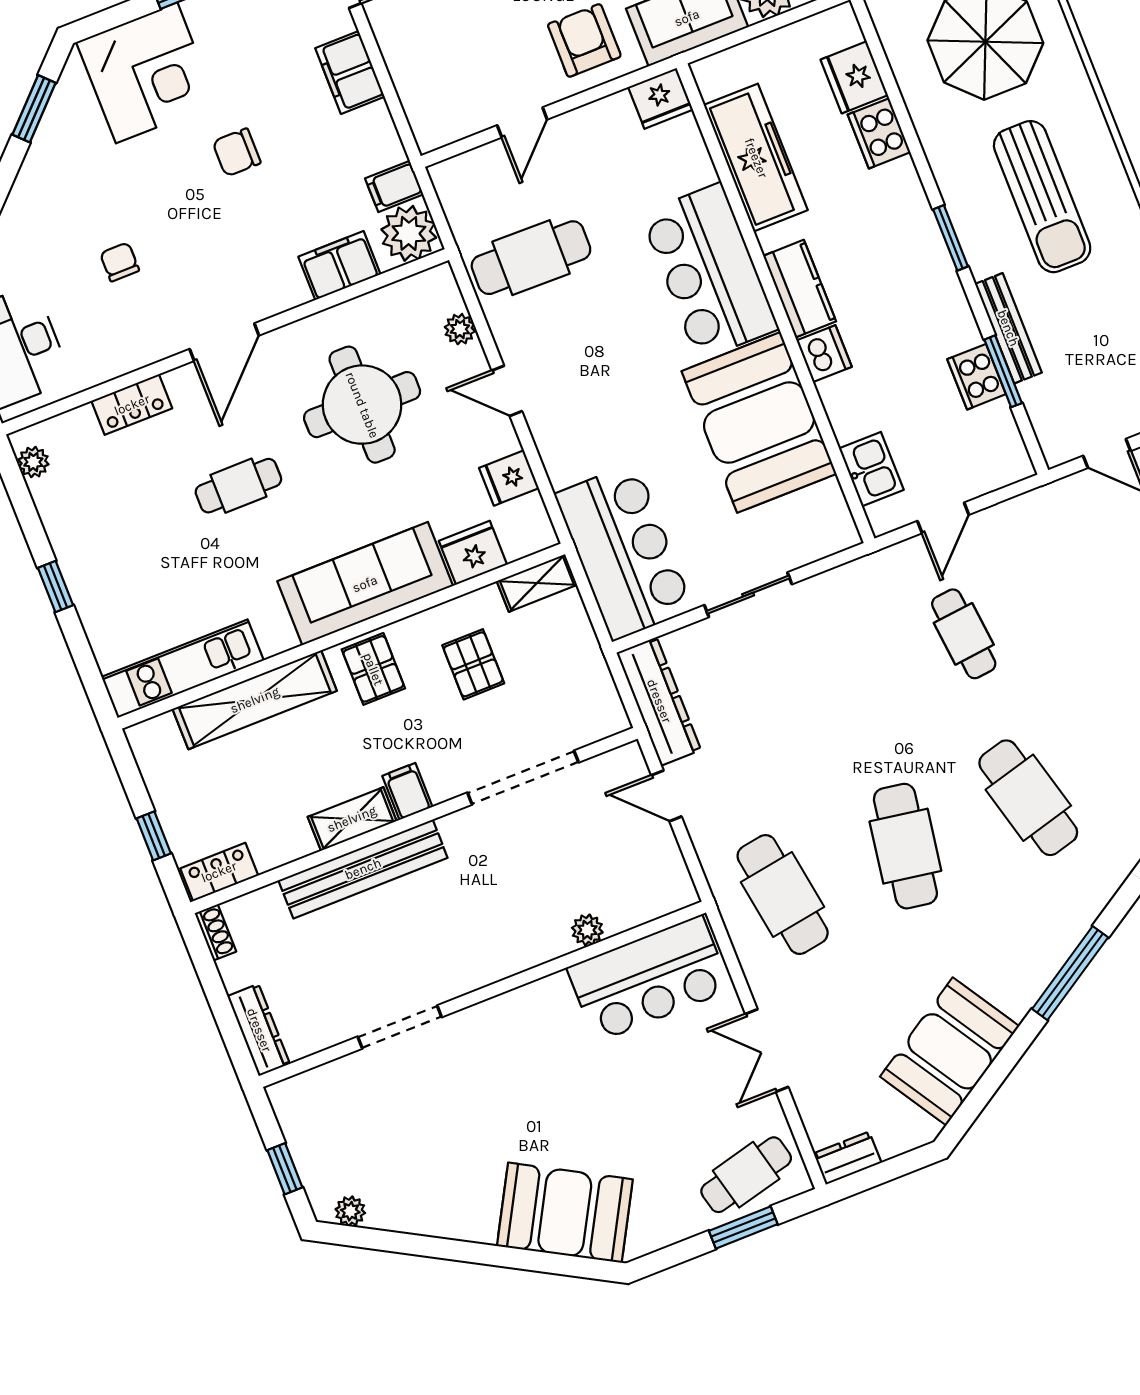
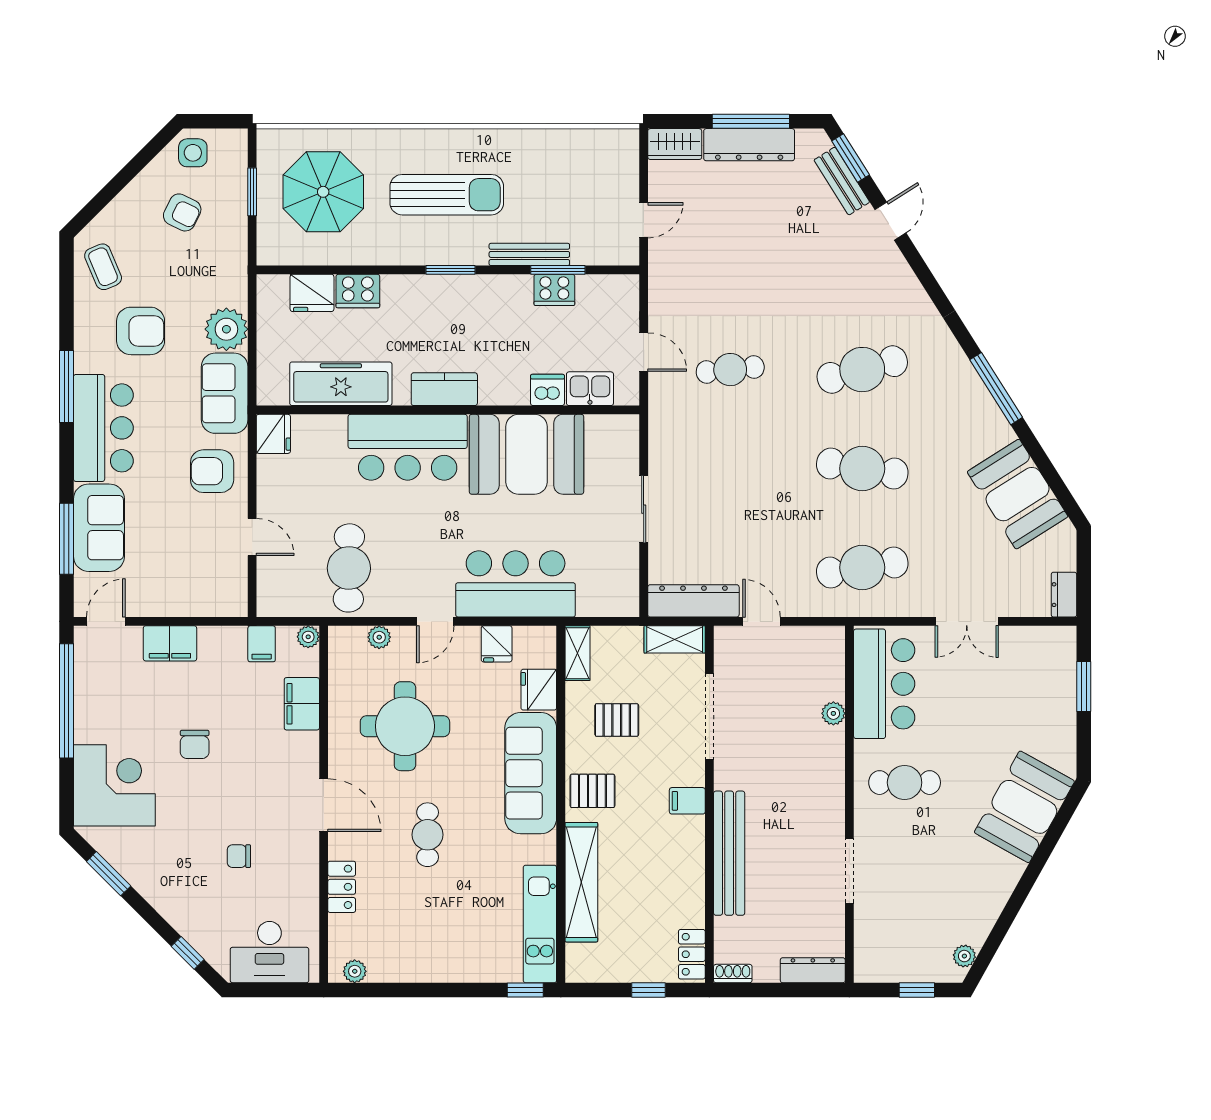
plant: (409, 233) -> (308, 637), width x0.53, depth x0.53
dishwasher: (824, 354) -> (547, 390), moved
bar counter: (624, 552) -> (516, 584), moved
window: (56, 587) -> (525, 990), moved
door: (666, 796) -> (761, 621), swing flipped
shelving: (352, 819) -> (675, 639), moved, turned 90
cafe table: (746, 1175) -> (905, 783), moved, turned -76

